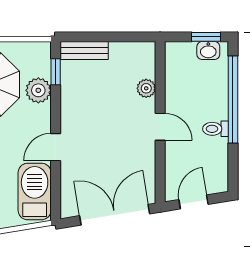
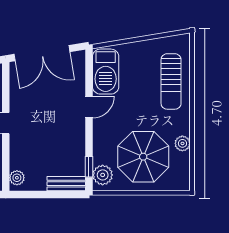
plant: (146, 88) -> (17, 178), moved
plant: (38, 90) -> (103, 175), moved

